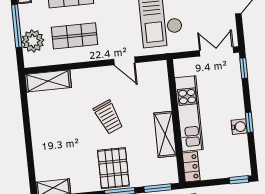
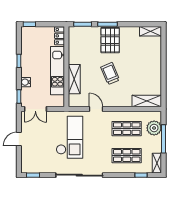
water cooler: (239, 127) -> (26, 82), moved
shelving: (165, 134) -> (74, 79), moved

